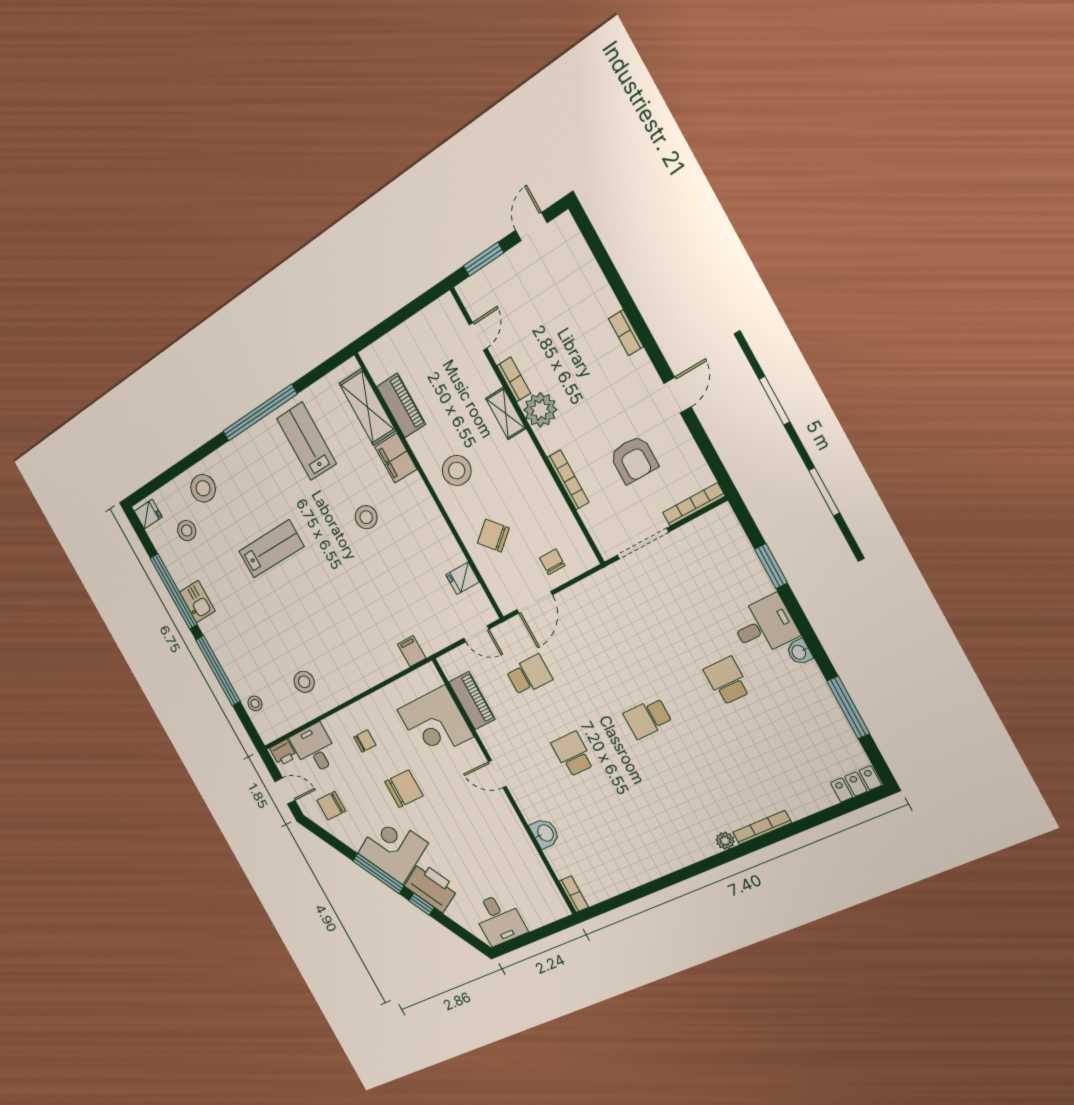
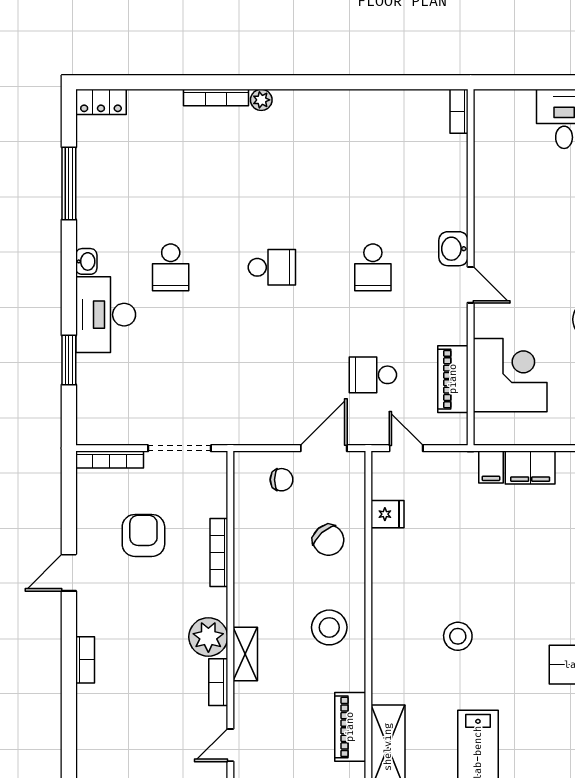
filing cabinet: (396, 458) -> (530, 467), moved, turned 90
chair: (552, 562) -> (282, 480), turned -90
desk: (764, 626) -> (106, 315), width x1.37
washbasin: (545, 833) -> (453, 249), moved

